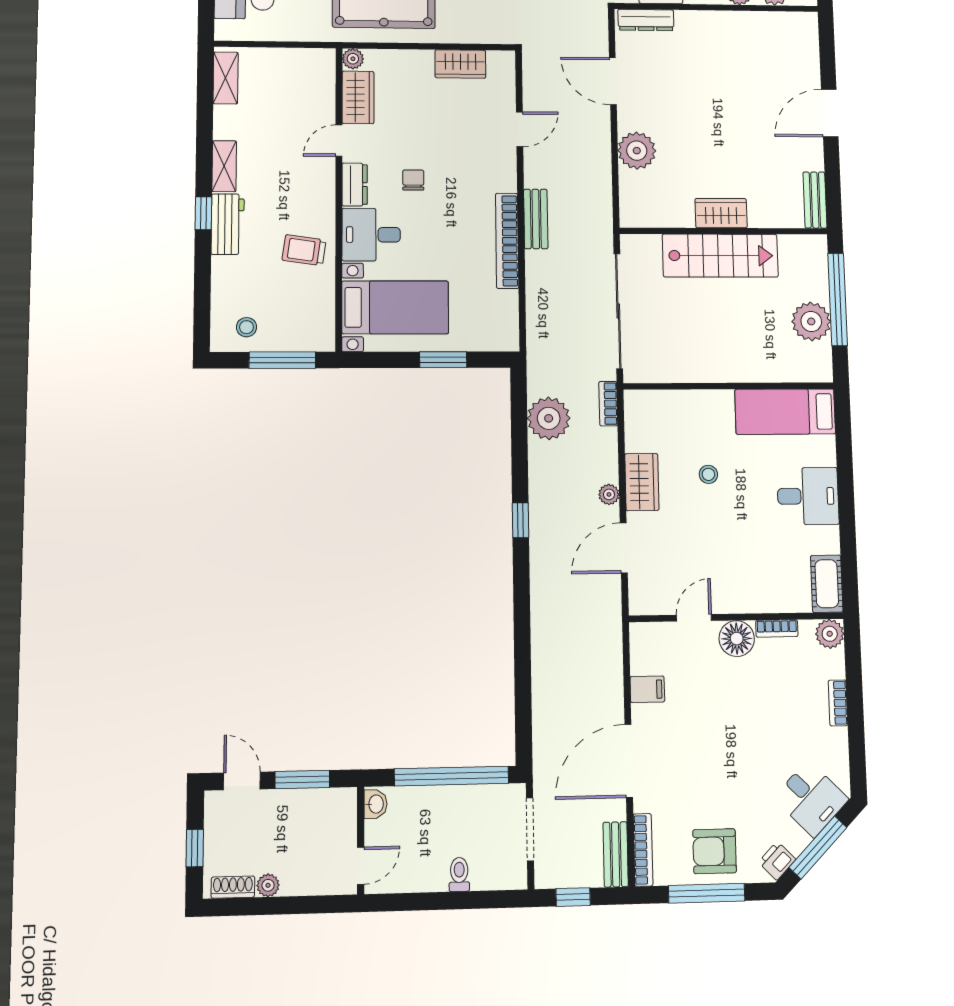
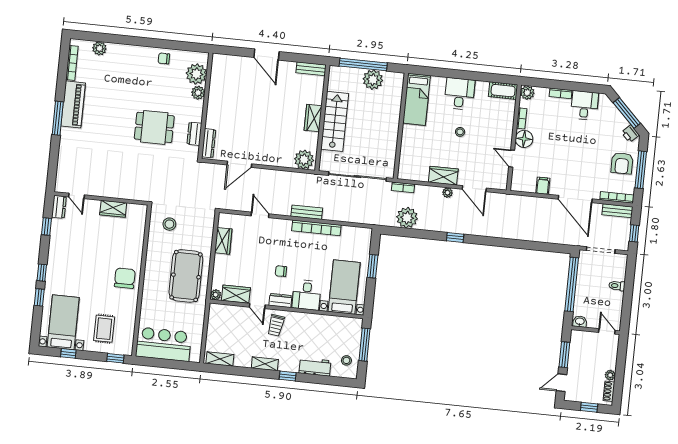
plant: (637, 151) -> (304, 160), moved
workbench: (228, 224) -> (315, 367), moved
trolley: (304, 250) -> (276, 325), moved
stool: (708, 474) -> (460, 132), moved
desk: (811, 799) -> (584, 105), moved, turned -45

